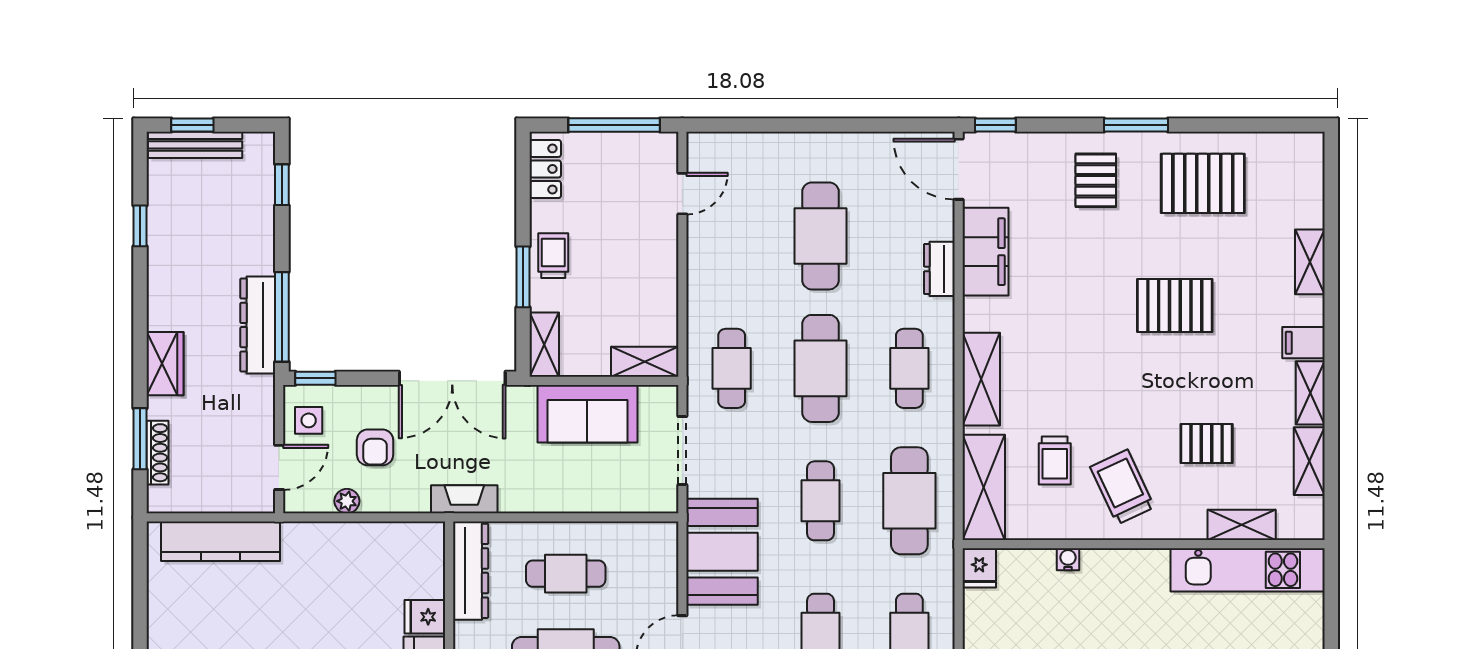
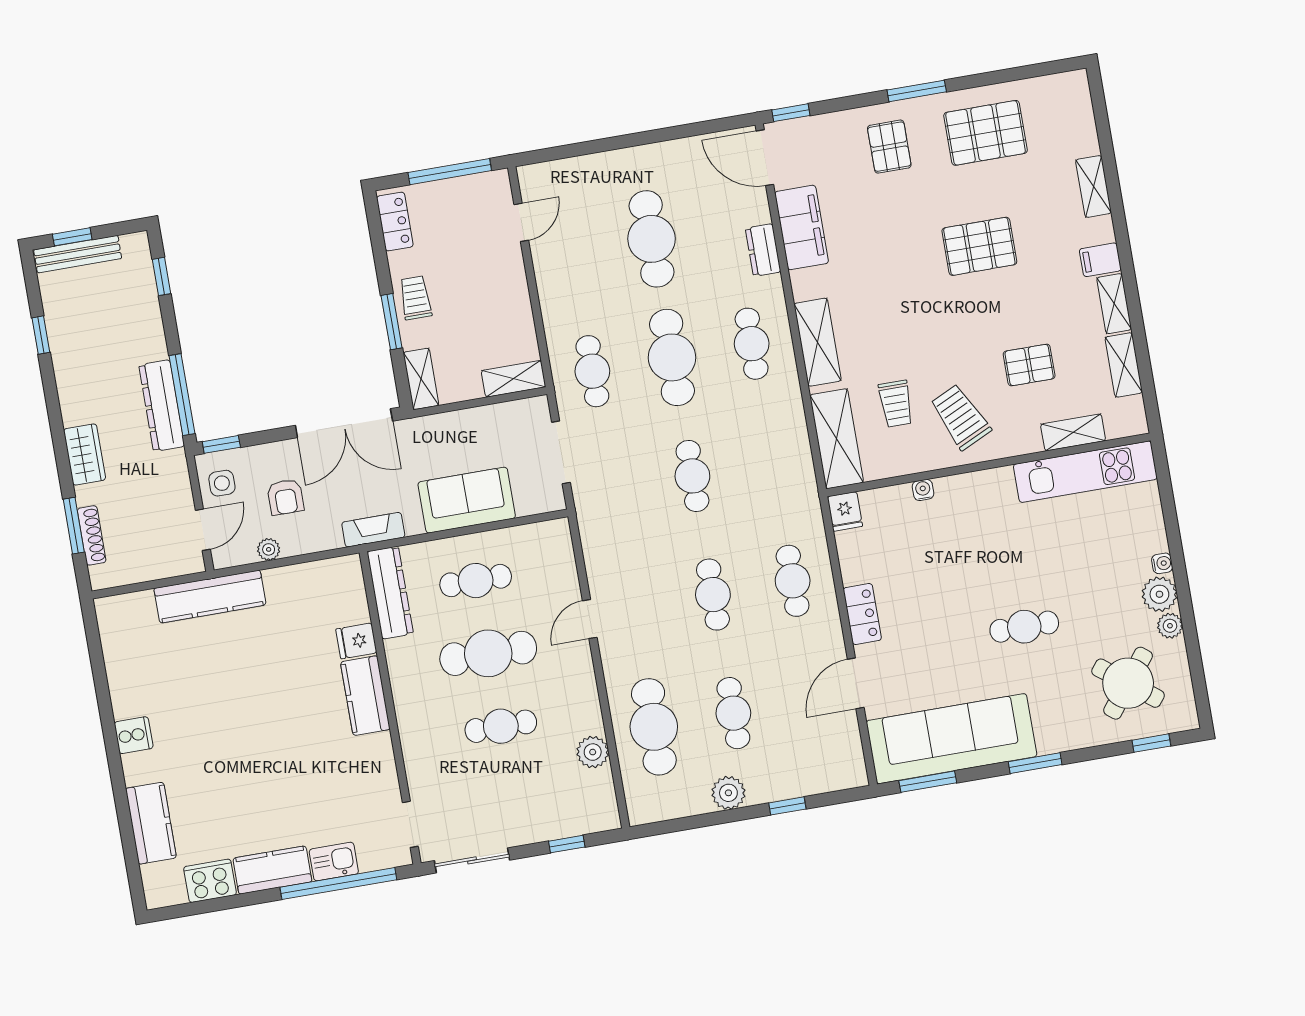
sofa: (587, 414) -> (467, 500), moved, turned 180
cafe table: (909, 501) -> (772, 462), removed
kitchen counter: (220, 541) -> (210, 597), moved
booth: (722, 552) -> (612, 537), removed

